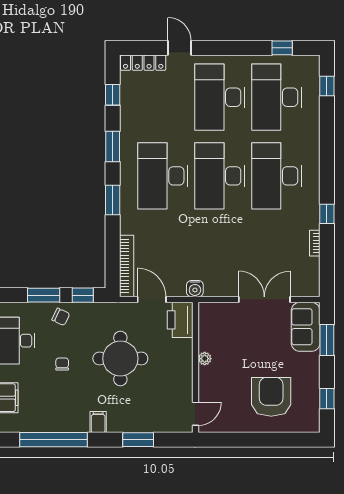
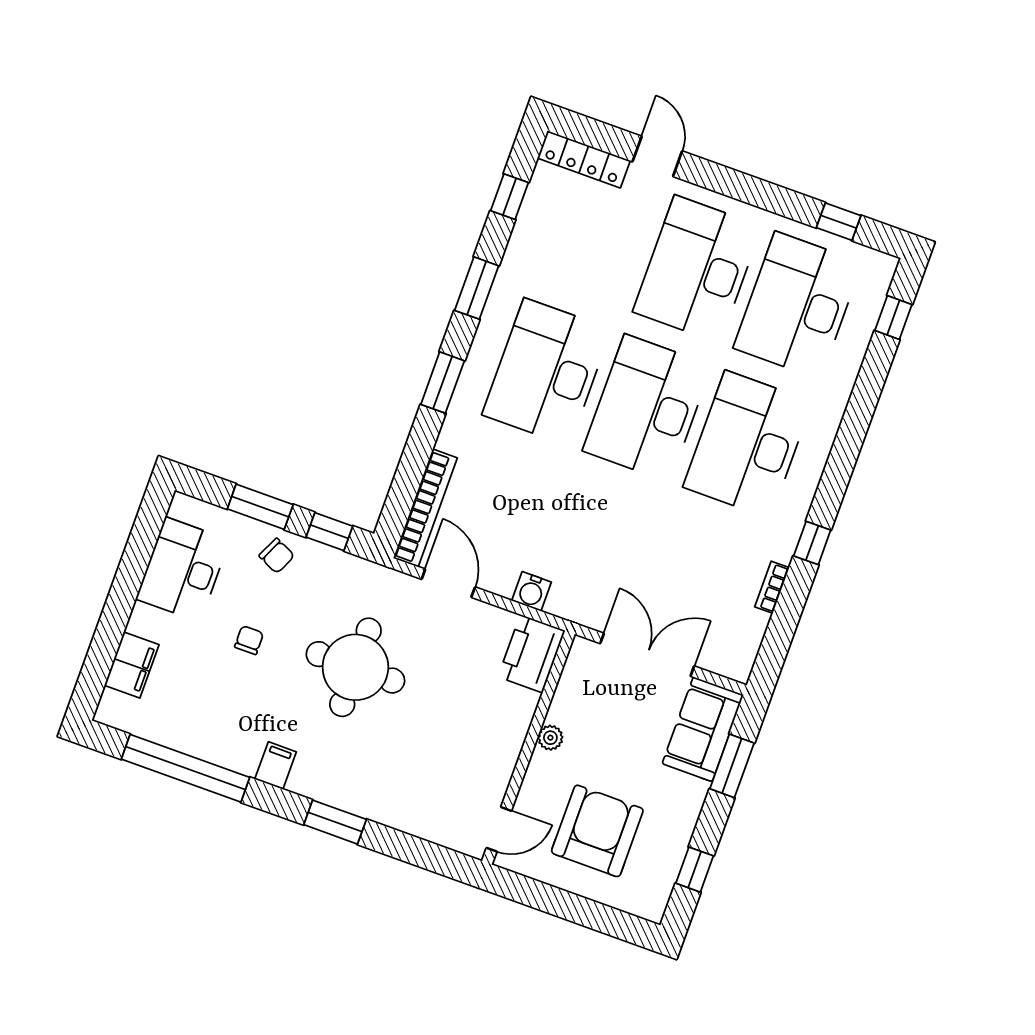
printer: (180, 320) -> (532, 654), moved
plant: (205, 359) -> (550, 738), moved
wall: (195, 367) -> (528, 747), moved
door: (195, 414) -> (499, 829), moved

